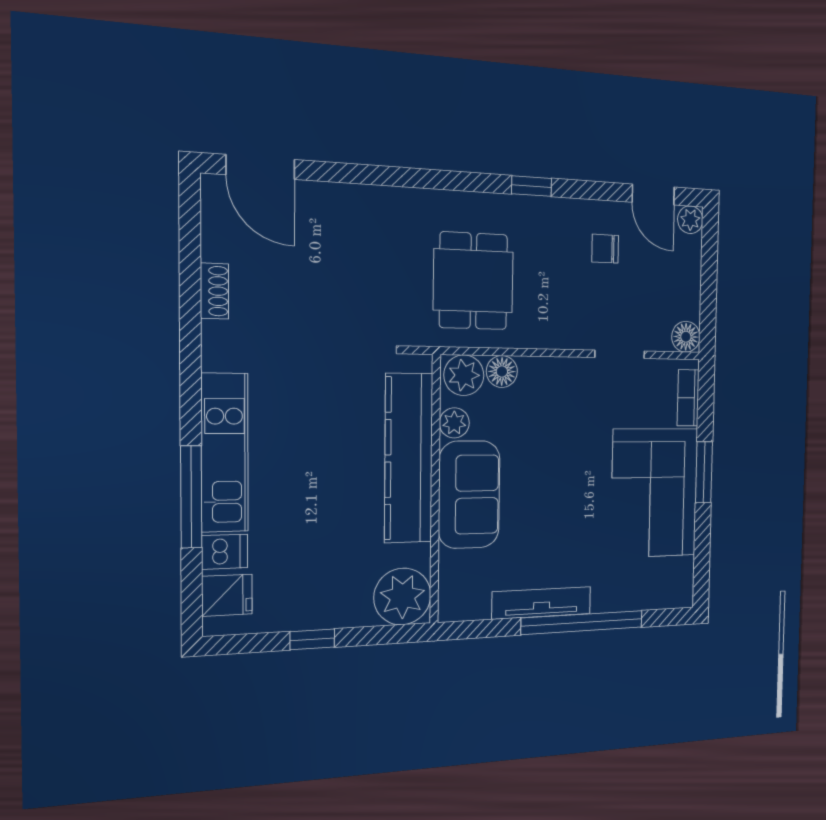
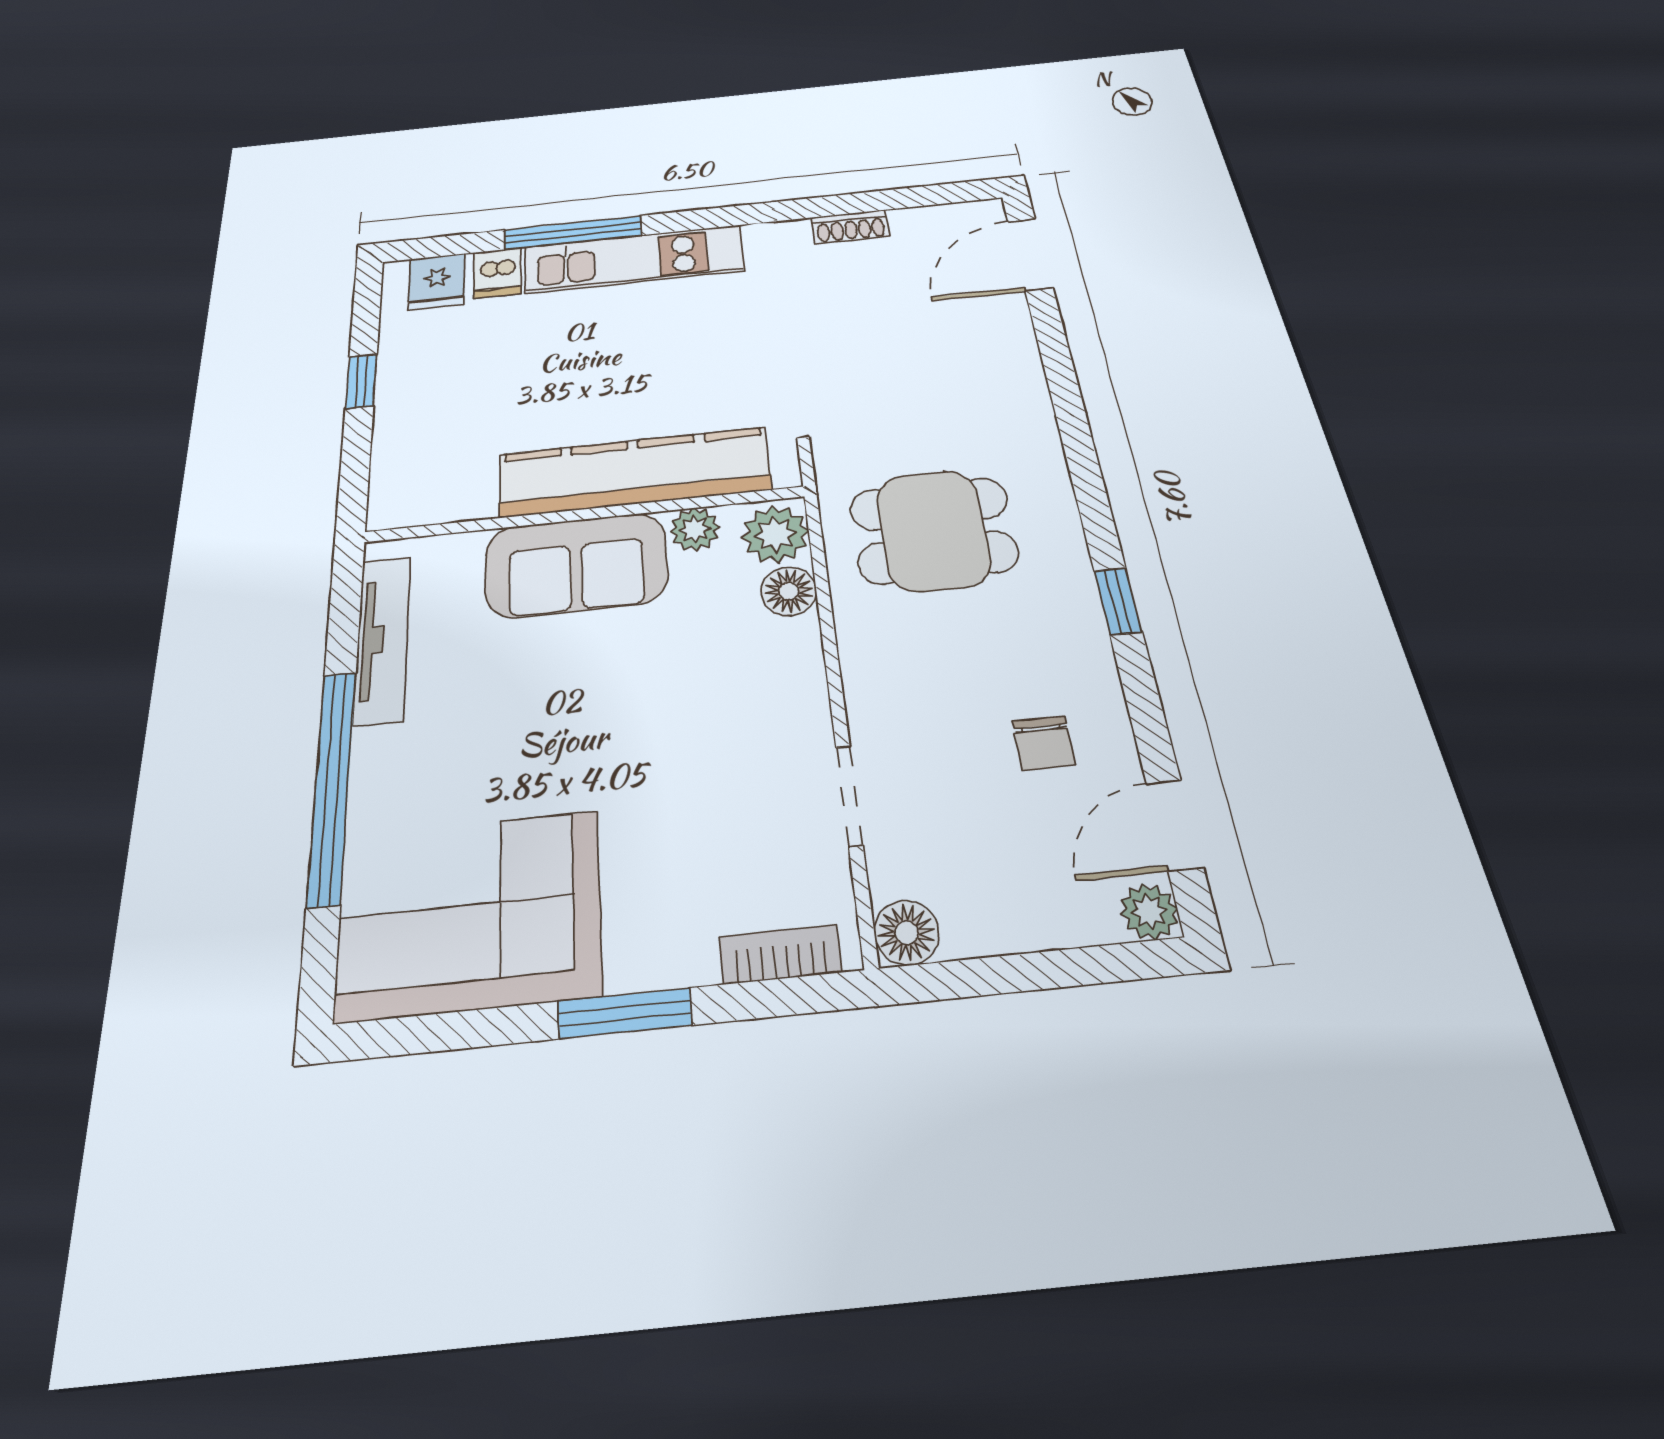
chair: (605, 249) -> (1044, 743), turned 180
corner sofa: (655, 493) -> (469, 914), moved
plant: (402, 597) -> (413, 488), removed
tv unit: (542, 603) -> (382, 639), moved

